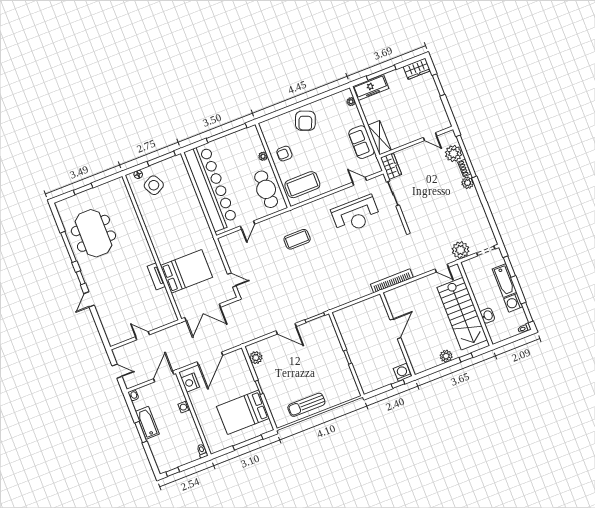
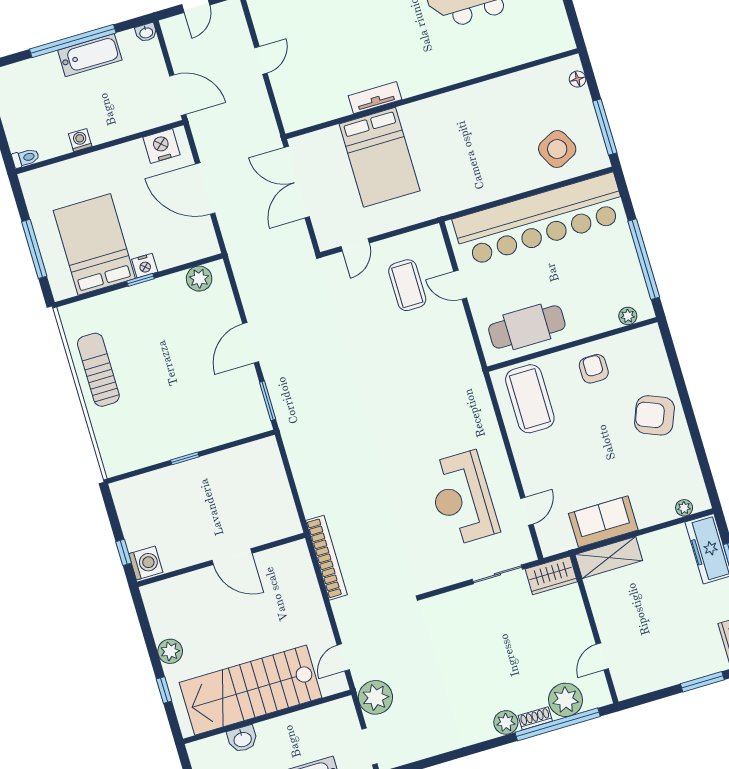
plant: (263, 156) -> (628, 316), moved
side table: (154, 185) -> (557, 149), moved
coffee table: (297, 239) -> (407, 285), moved
nightstand: (252, 386) -> (145, 266), added
washing machine: (184, 407) -> (80, 140), moved
window: (141, 432) -> (73, 41), width x2.11

